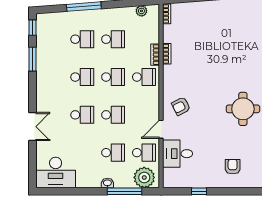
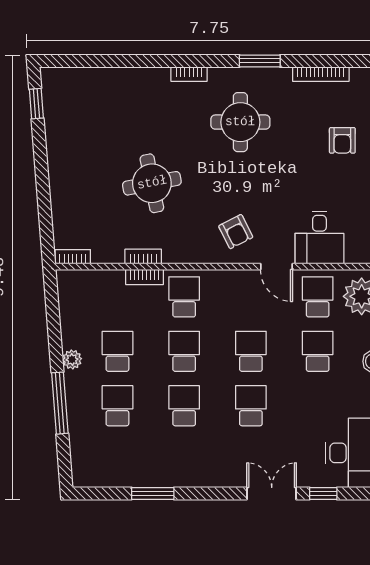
plant: (141, 11) -> (72, 359), moved
window: (33, 28) -> (323, 494), moved
round table: (208, 59) -> (152, 183), added
armchair: (233, 167) -> (342, 140), turned -90

